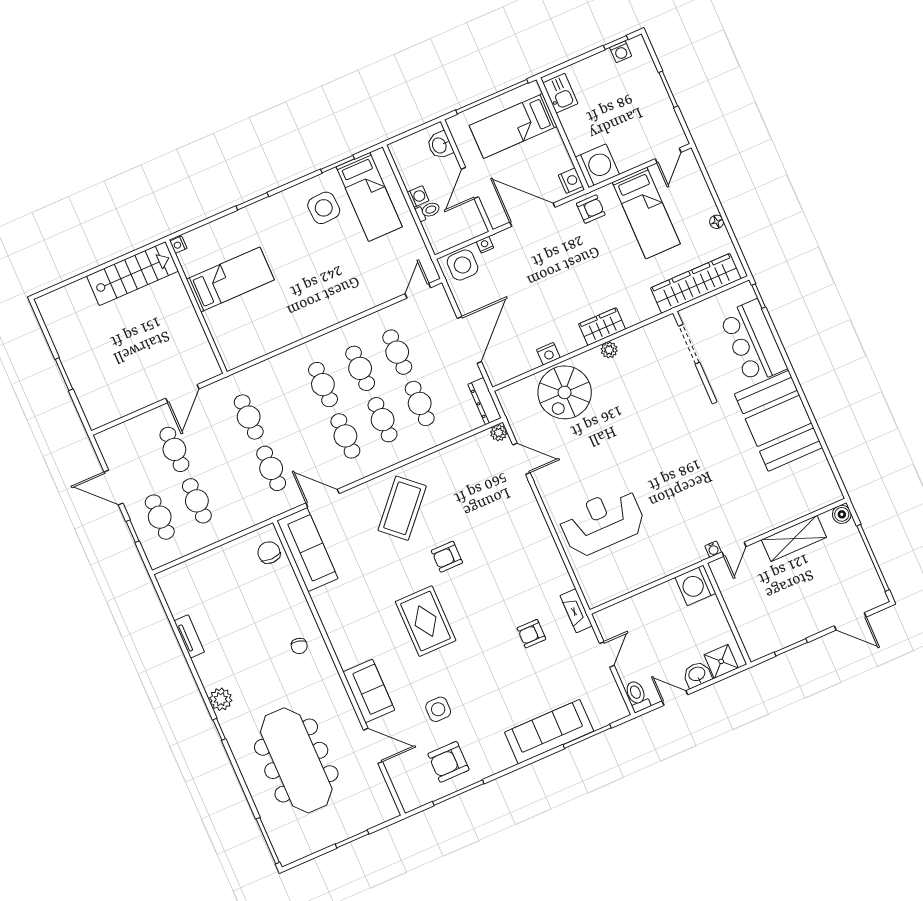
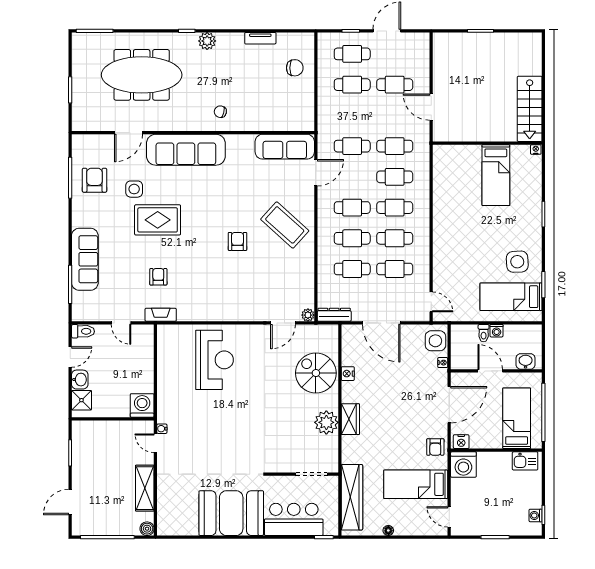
plant: (609, 350) -> (326, 422), width x1.88, depth x1.88
cafe table: (286, 401) -> (395, 177), added
chair: (269, 553) -> (295, 68), moved
rug: (426, 621) -> (158, 220), moved
sofa: (369, 691) -> (186, 150), width x1.85, depth x1.27

